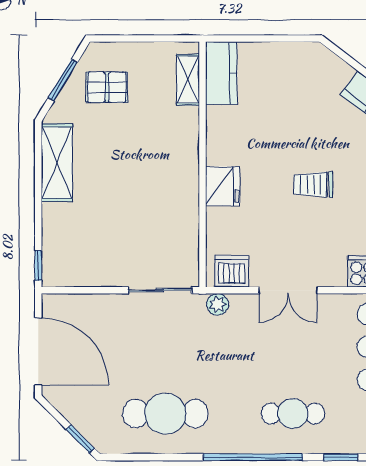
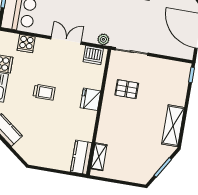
pallet: (107, 87) -> (127, 89), moved

